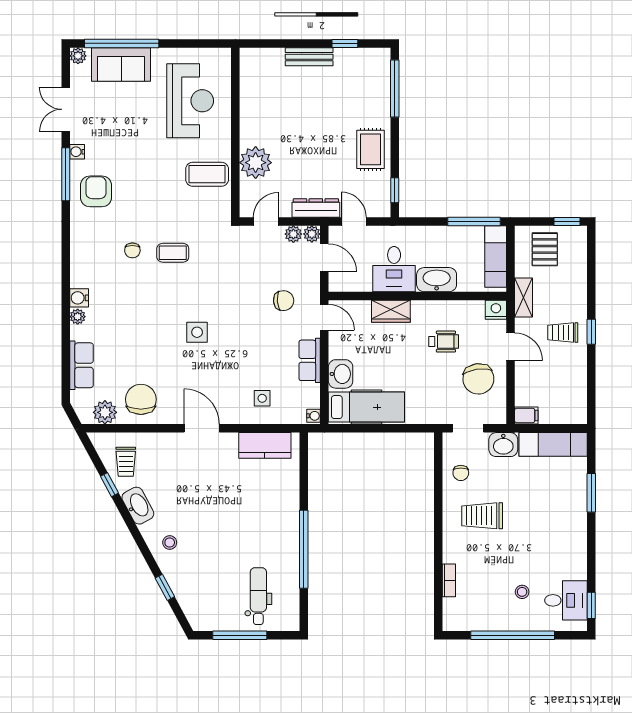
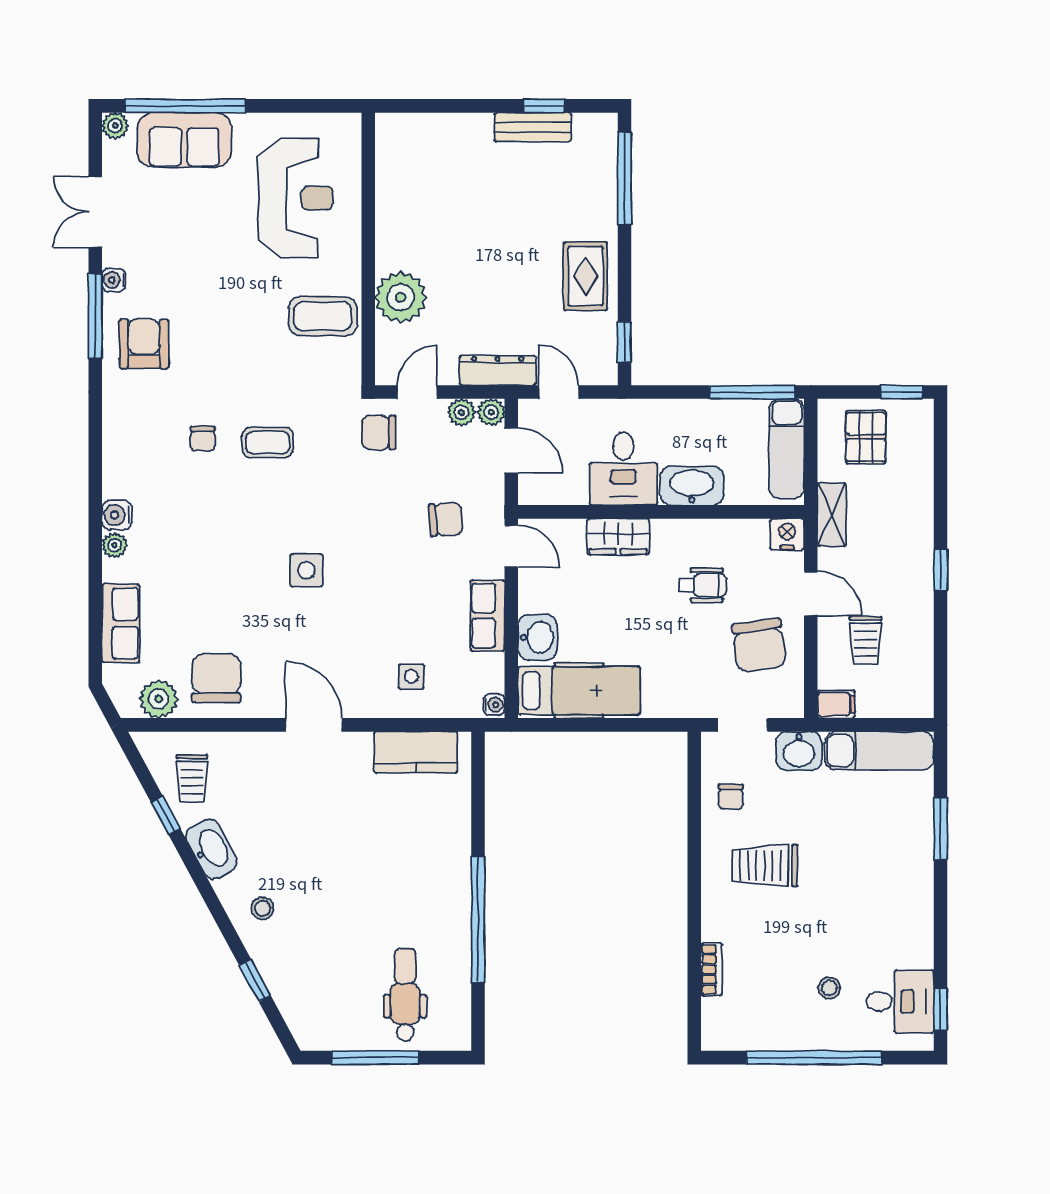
bench: (309, 57) -> (533, 127), moved
chair: (242, 247) -> (379, 432), added
trolley: (563, 333) -> (866, 640), moved, turned -90

